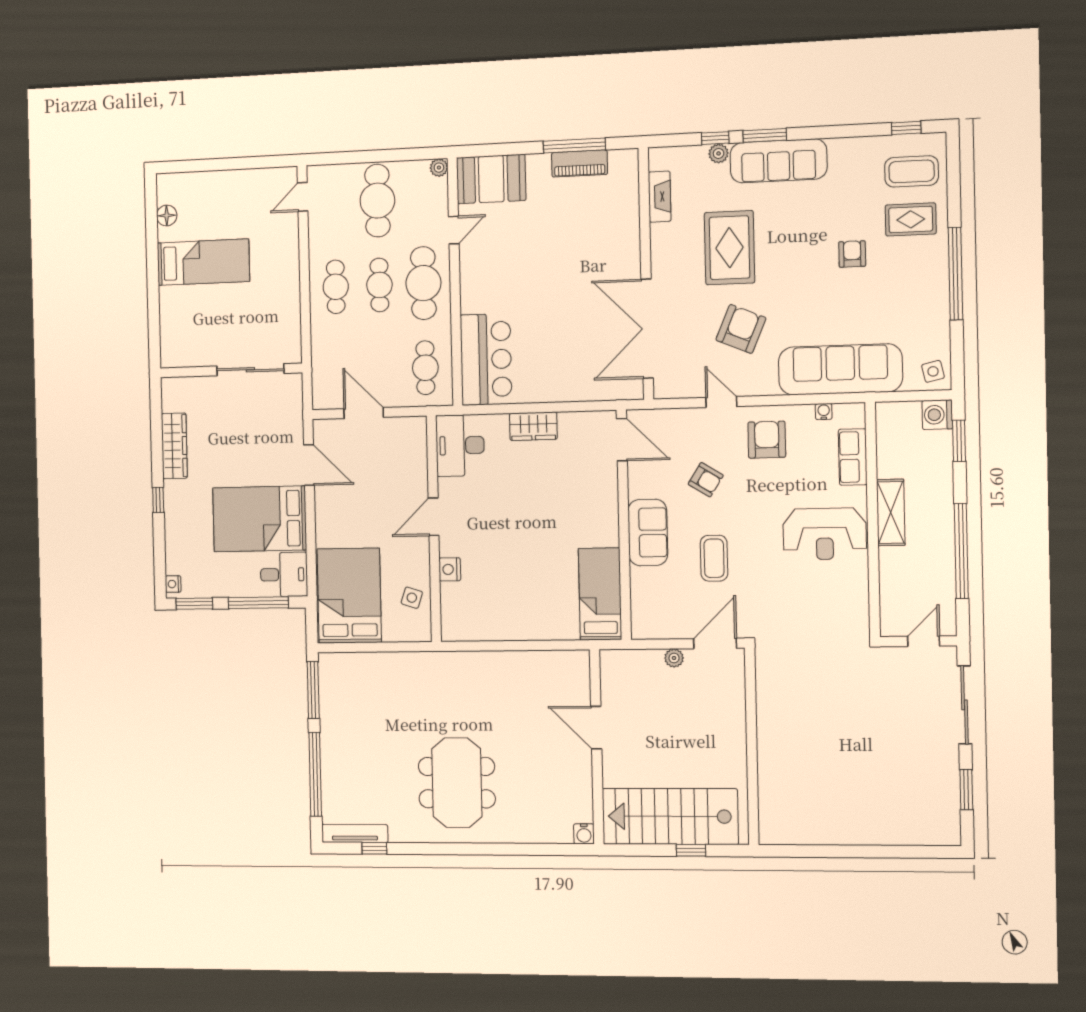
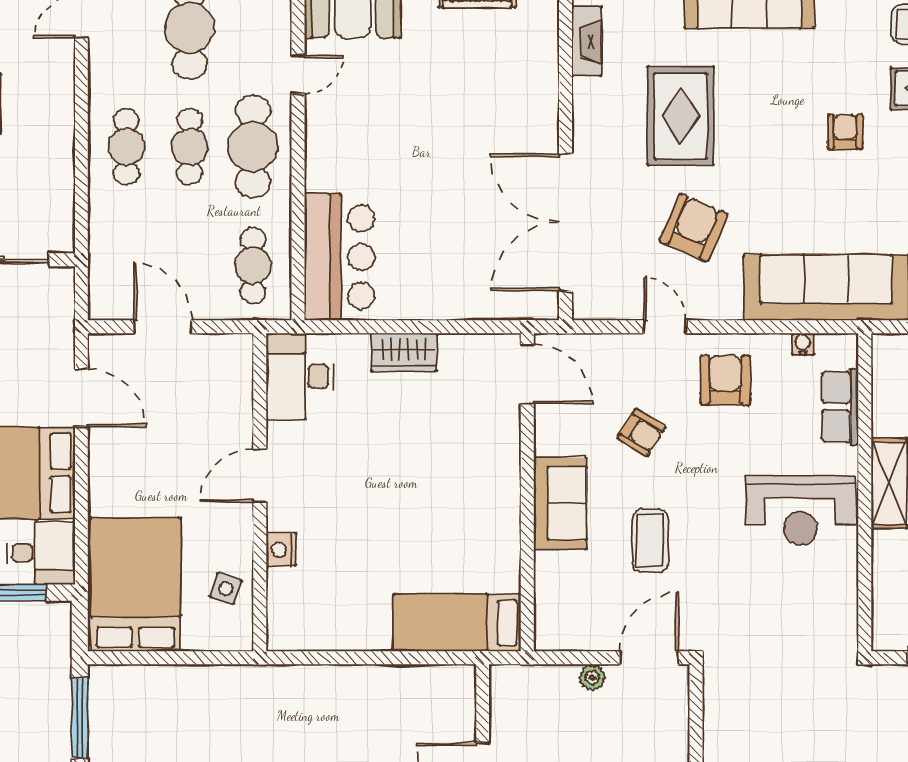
bed: (600, 594) -> (457, 623), moved, turned -90

